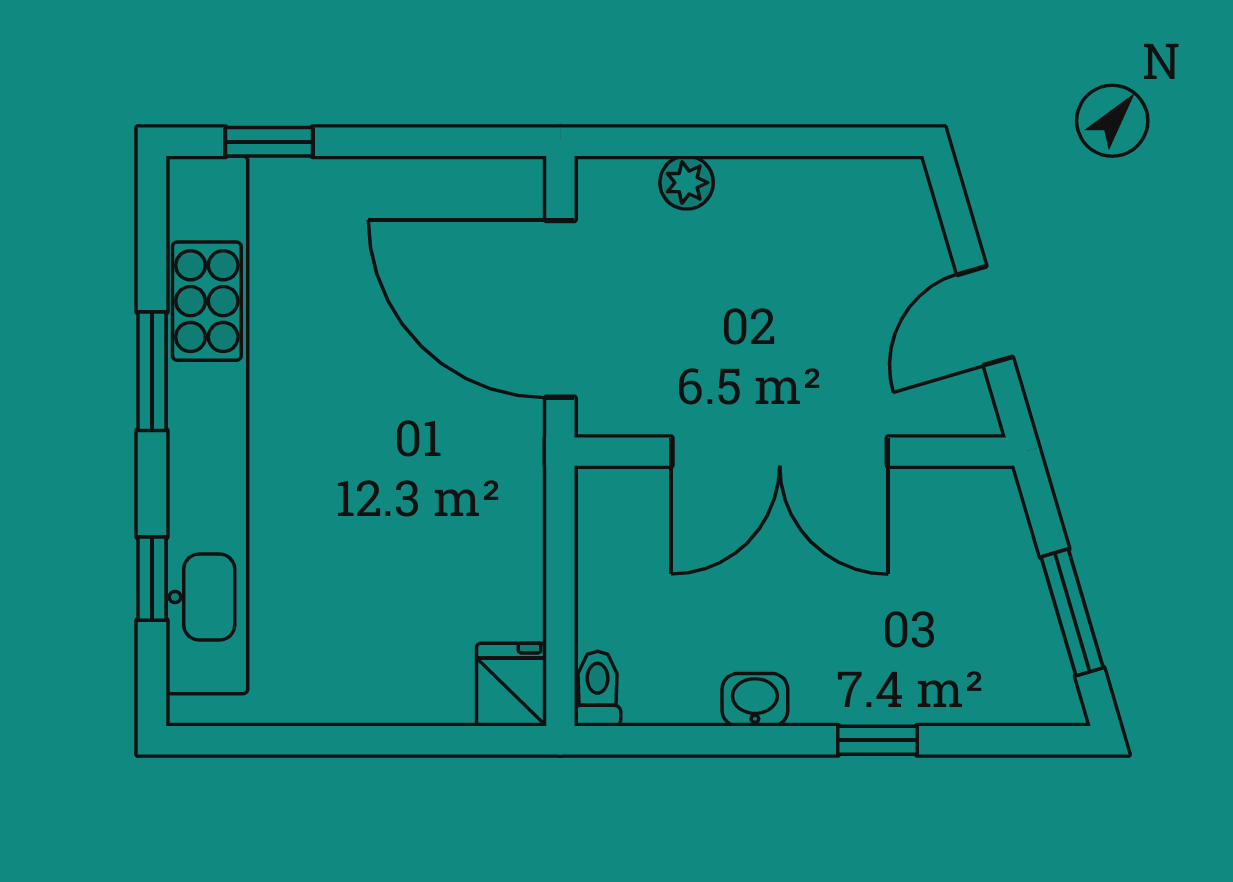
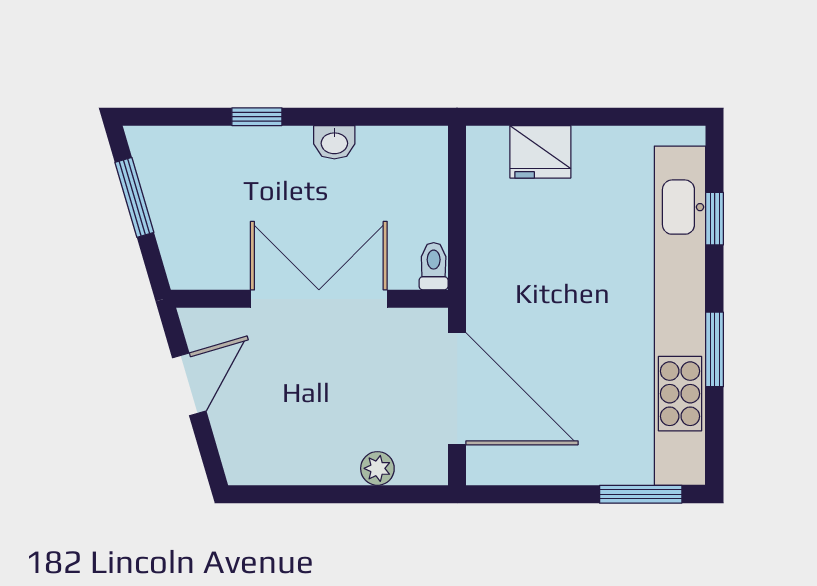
window: (269, 142) -> (641, 494), width x1.50
fridge: (511, 685) -> (540, 152), moved, width x1.38
toilet: (598, 689) -> (434, 266), moved, turned 180

